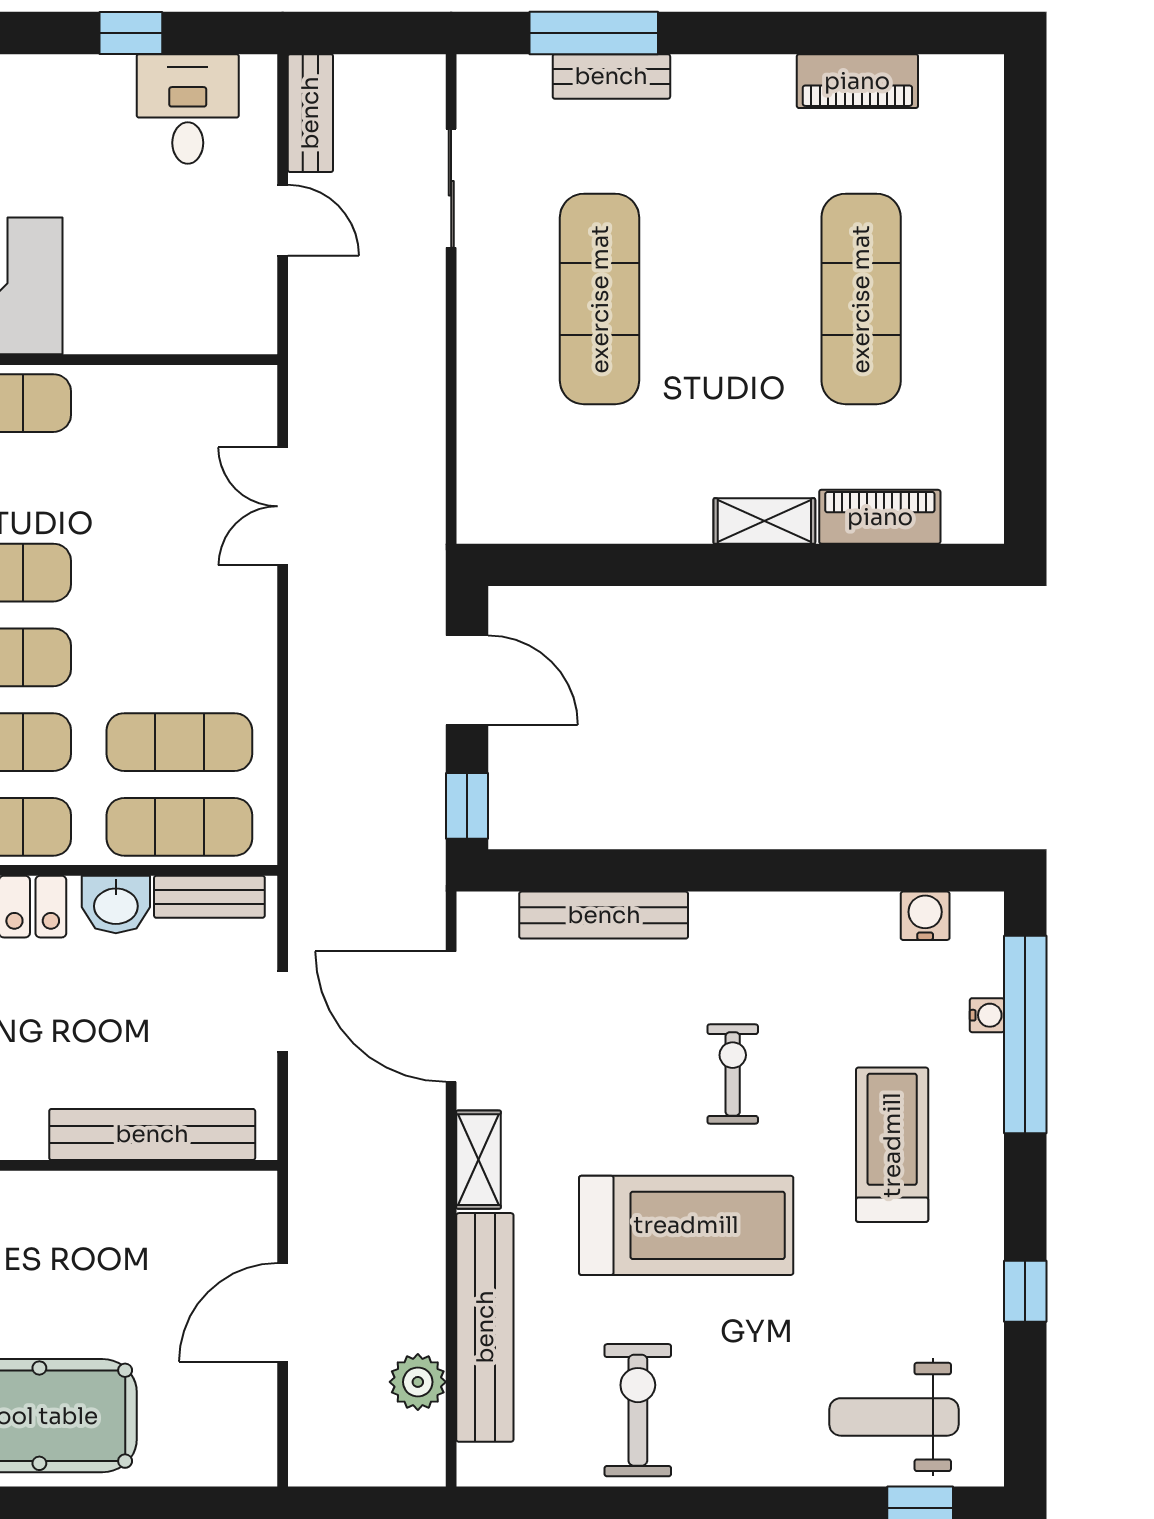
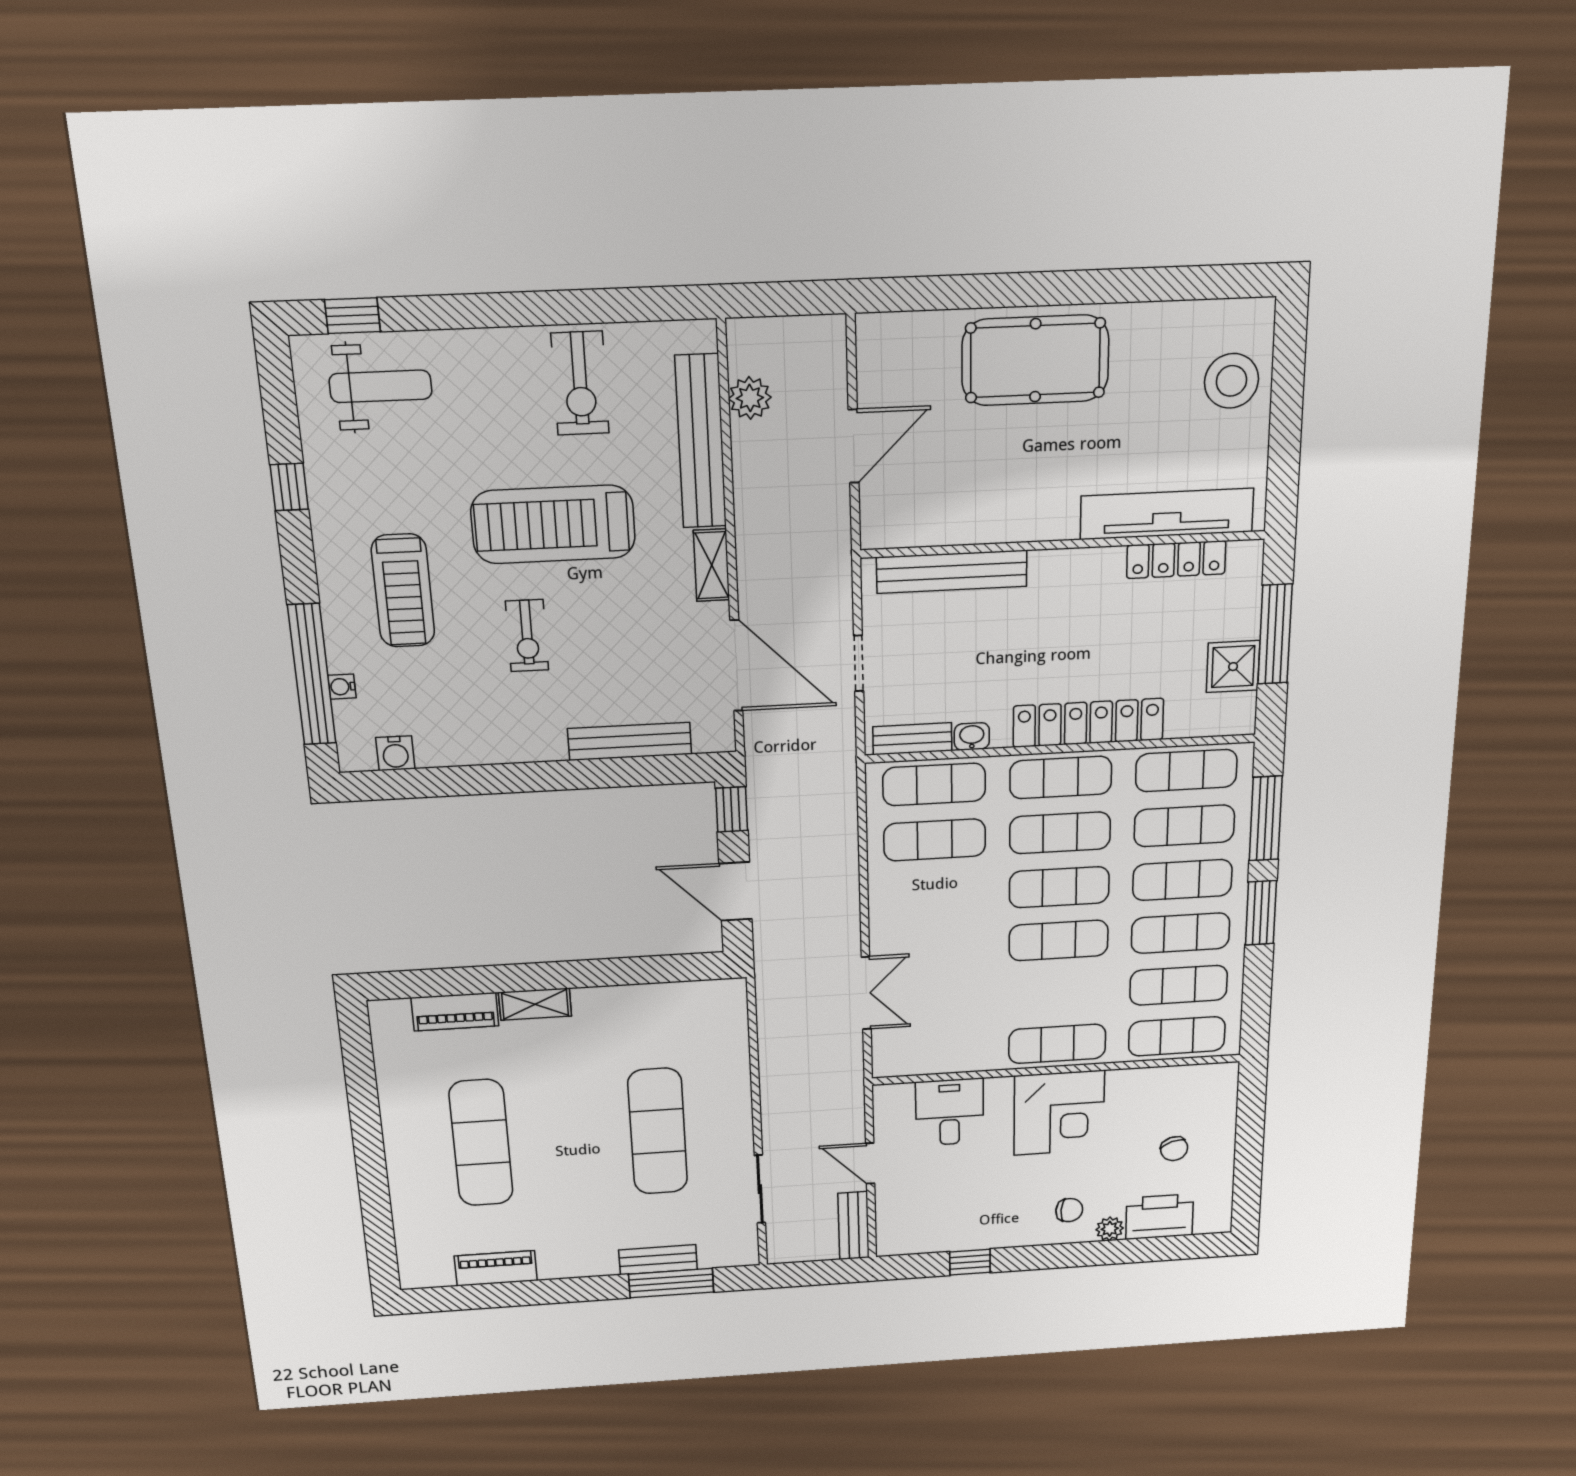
desk: (188, 109) -> (950, 1112), moved, turned 180
washbasin: (116, 904) -> (972, 736), width x0.72, depth x0.69

